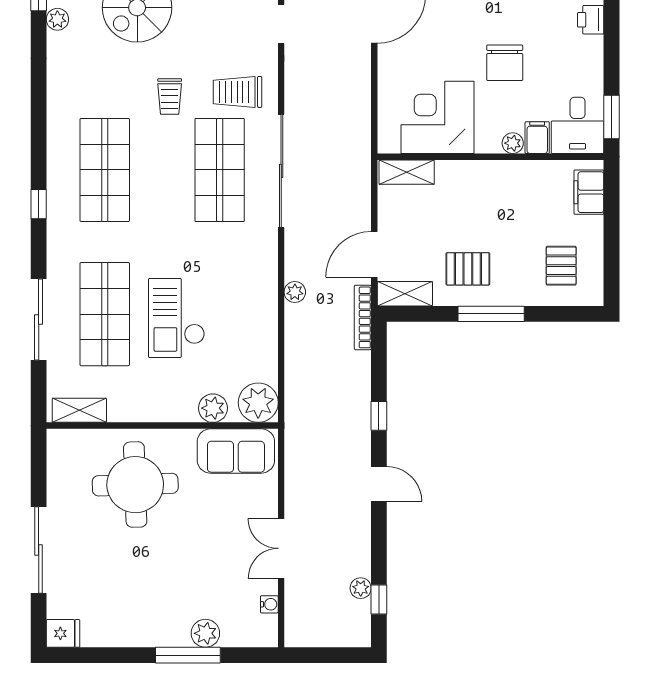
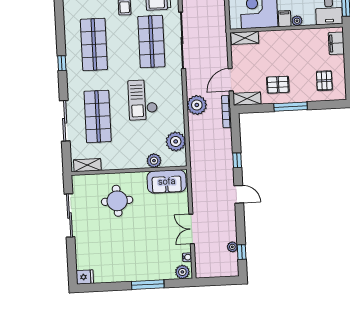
filing cabinet: (537, 138) -> (285, 19), moved
plant: (295, 292) -> (197, 105), width x1.88, depth x1.88
checkout: (177, 318) -> (143, 100), moved
plant: (258, 403) -> (176, 141), moved
round table: (135, 485) -> (117, 201), width x0.73, depth x0.73
sliding door: (39, 550) -> (69, 216), moved
plant: (205, 633) -> (182, 272), moved

